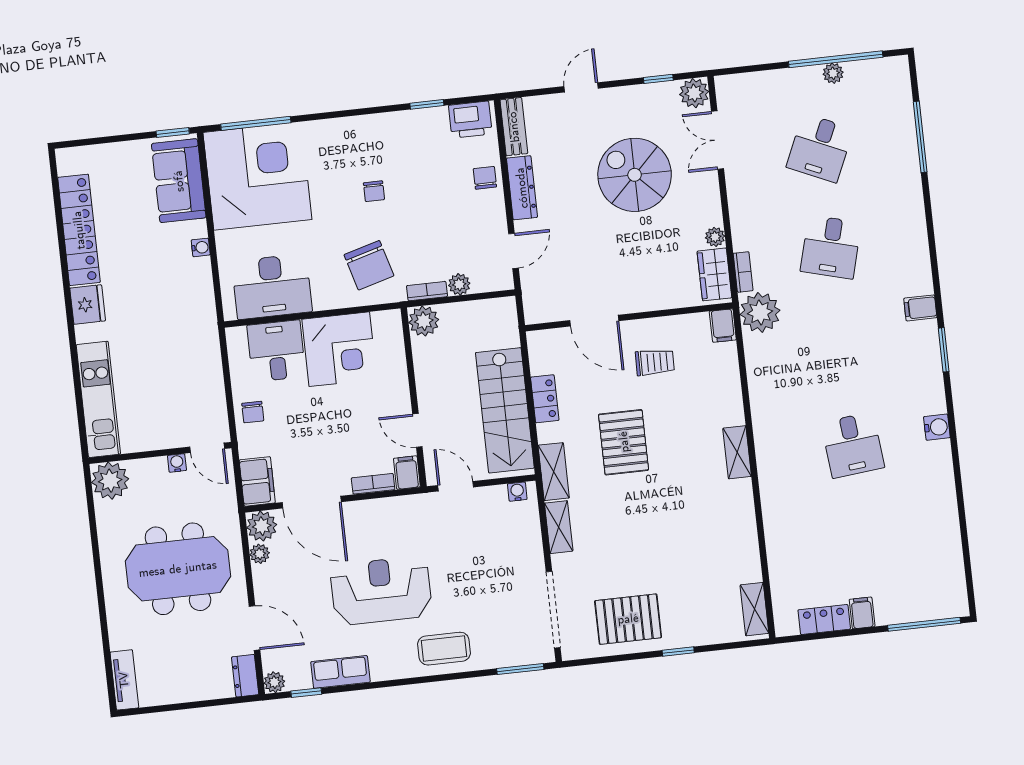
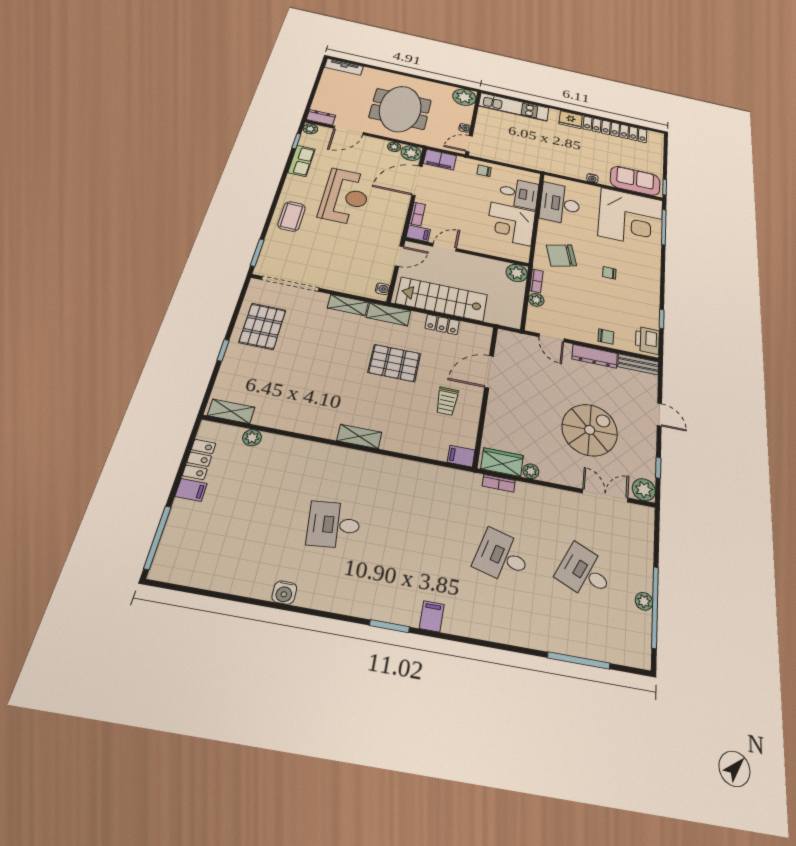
plant: (760, 312) -> (252, 438), moved, width x0.53, depth x0.53
water cooler: (937, 427) -> (284, 593), moved

